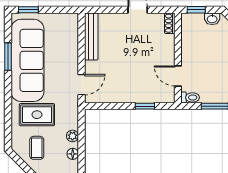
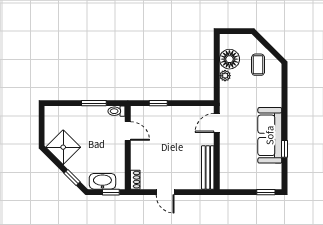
washbasin: (212, 19) -> (102, 181), width x1.91, depth x1.45
window: (8, 57) -> (285, 149), width x0.67
sofa: (27, 60) -> (270, 135), width x0.74, depth x0.79
rug: (37, 115) -> (258, 95), removed
floor lamp: (73, 154) -> (229, 59), width x1.89, depth x1.89

